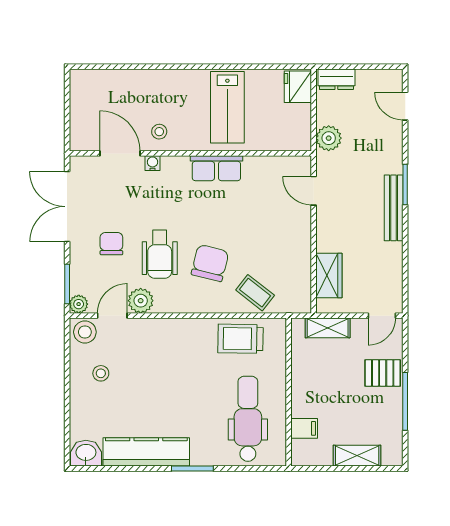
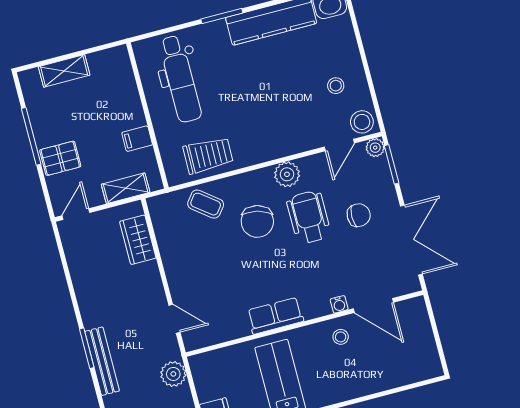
bench: (394, 208) -> (102, 361), moved
chair: (111, 244) -> (359, 215), turned -90
plant: (141, 301) -> (287, 174), moved
filing cabinet: (304, 428) -> (137, 139), moved

